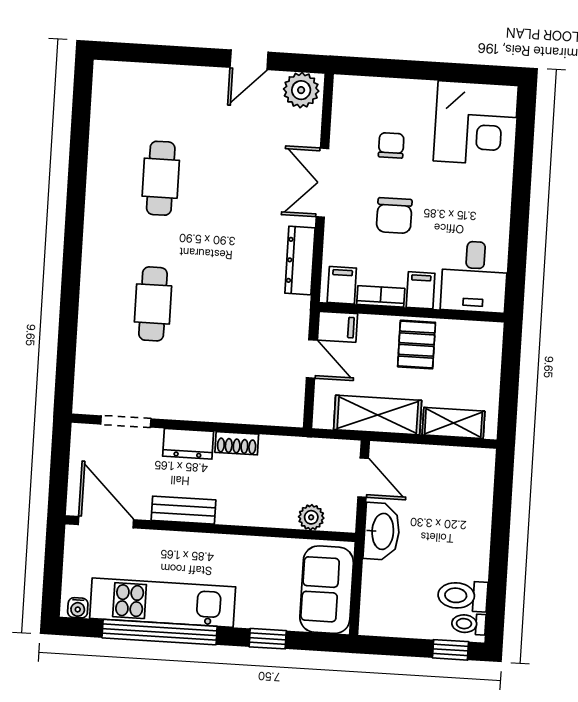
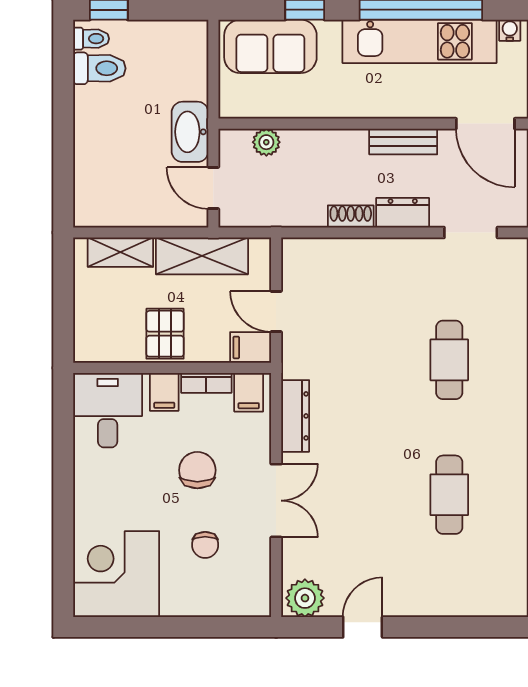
sofa: (327, 590) -> (270, 46), moved, turned 90

